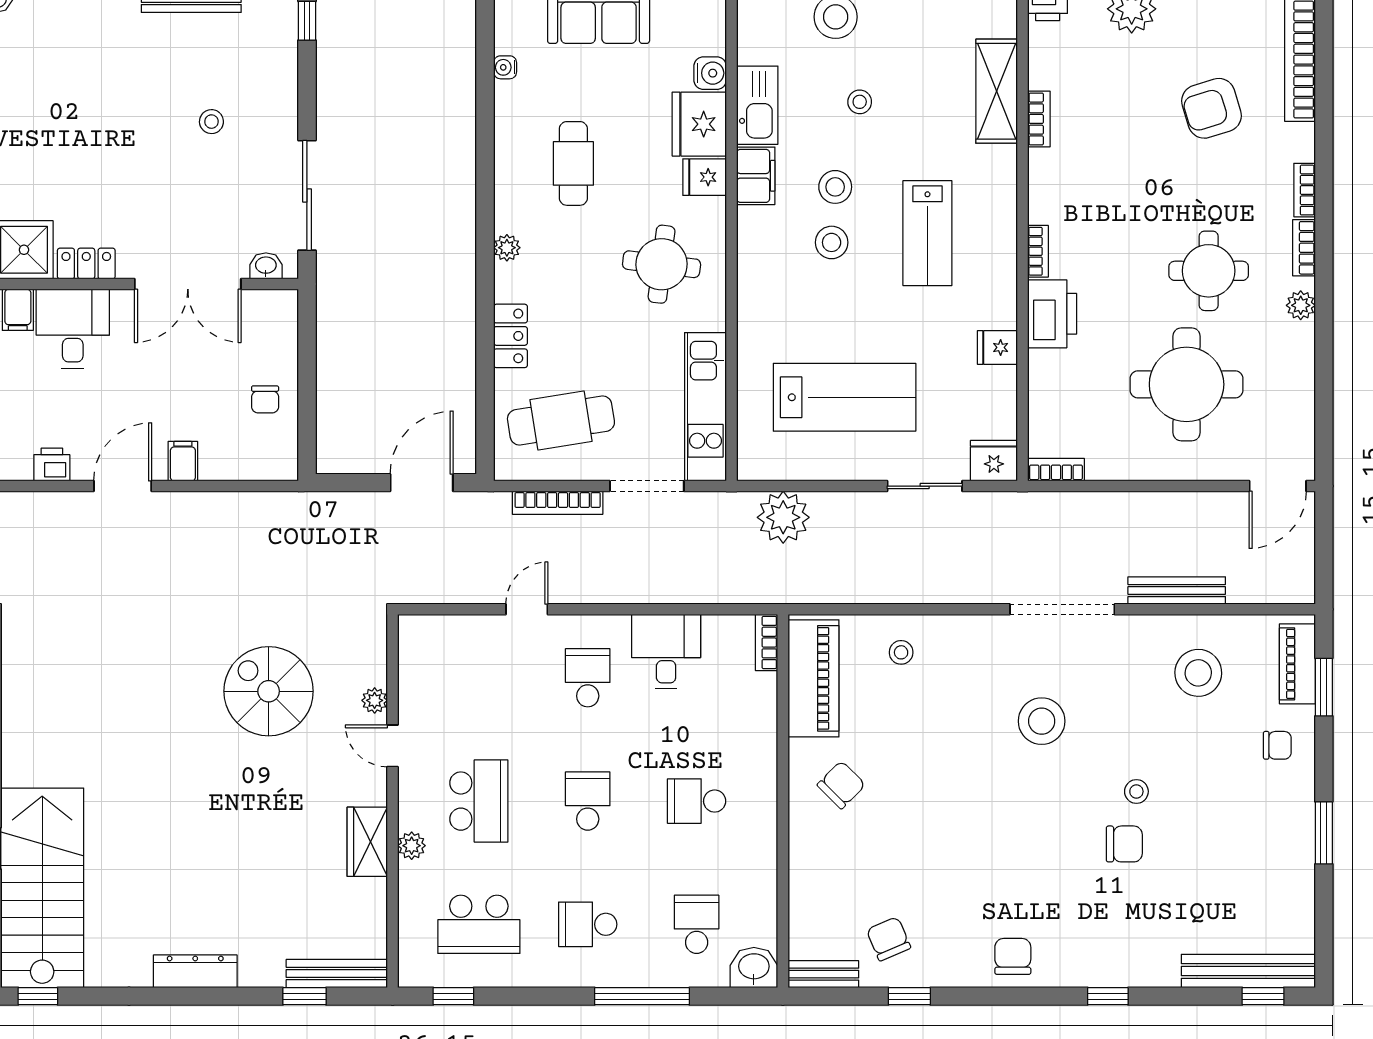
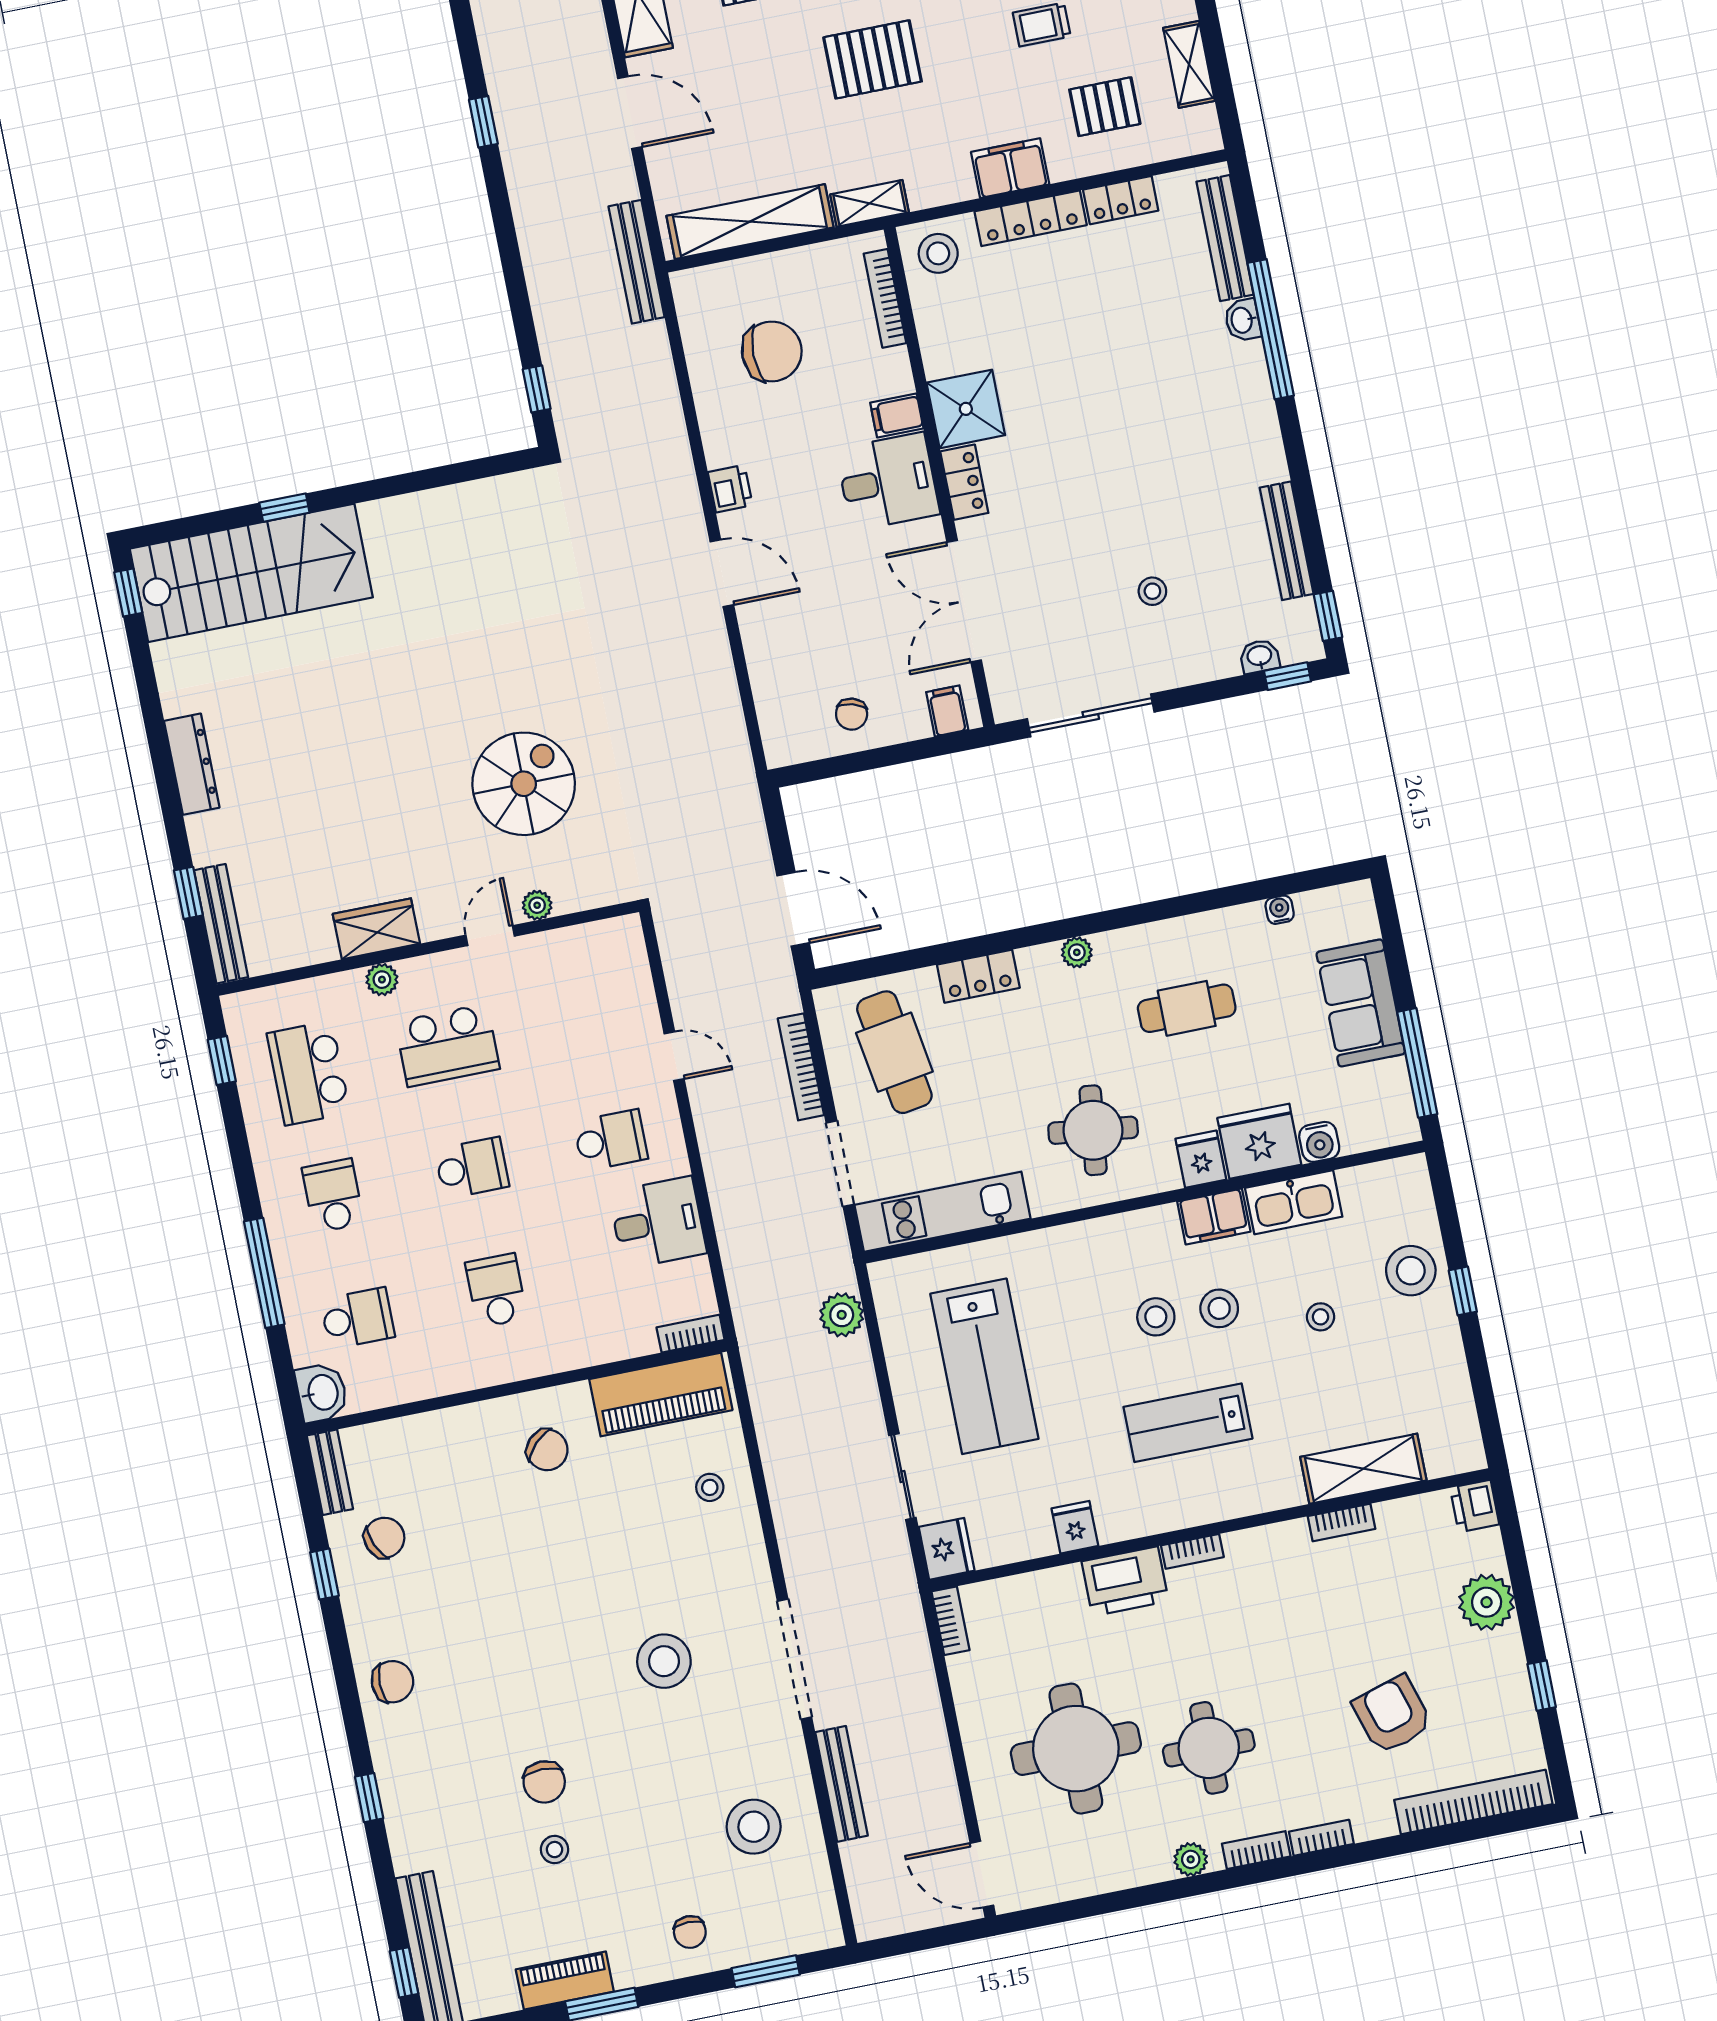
washbasin: (266, 266) -> (1260, 656), moved, turned -90
chair: (265, 399) -> (852, 714), turned -74
filing cabinet: (183, 461) -> (947, 711), moved, turned -90
plant: (783, 517) -> (842, 1315), width x0.73, depth x0.73
piano: (1297, 664) -> (565, 1981), moved
stool: (1136, 791) -> (555, 1850), moved

